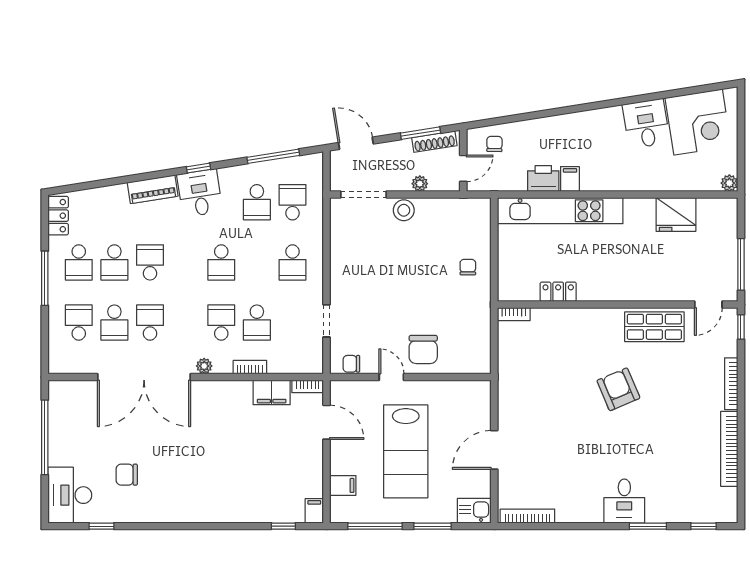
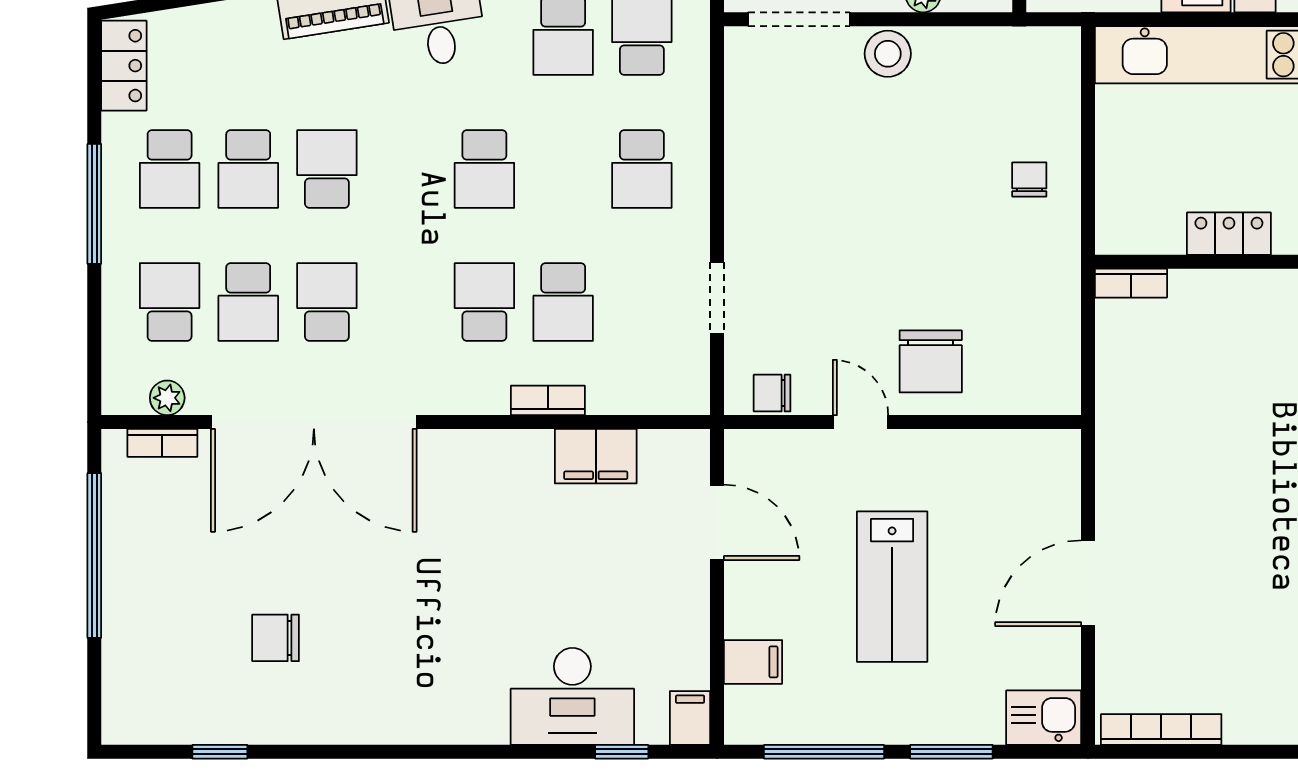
plant: (204, 366) -> (167, 398), moved
bookcase: (308, 386) -> (162, 443), moved
lab bench: (406, 451) -> (892, 587), width x0.73, depth x0.72
desk: (70, 495) -> (572, 696), moved, turned -90

